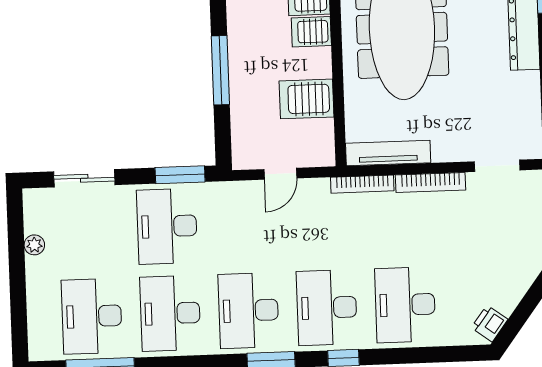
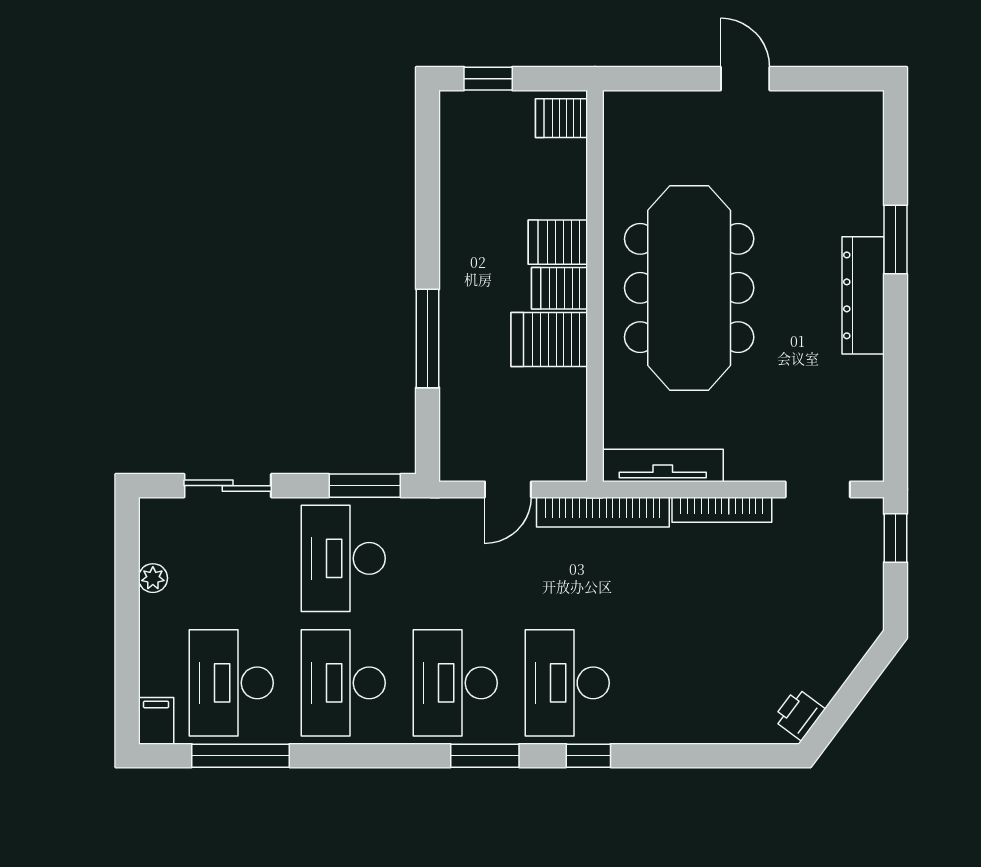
server rack: (307, 99) -> (549, 339), moved
bookcase: (362, 184) -> (603, 512), width x1.48, depth x1.31
desk: (405, 305) -> (679, 683), removed
filing cabinet: (40, 345) -> (156, 721), added

